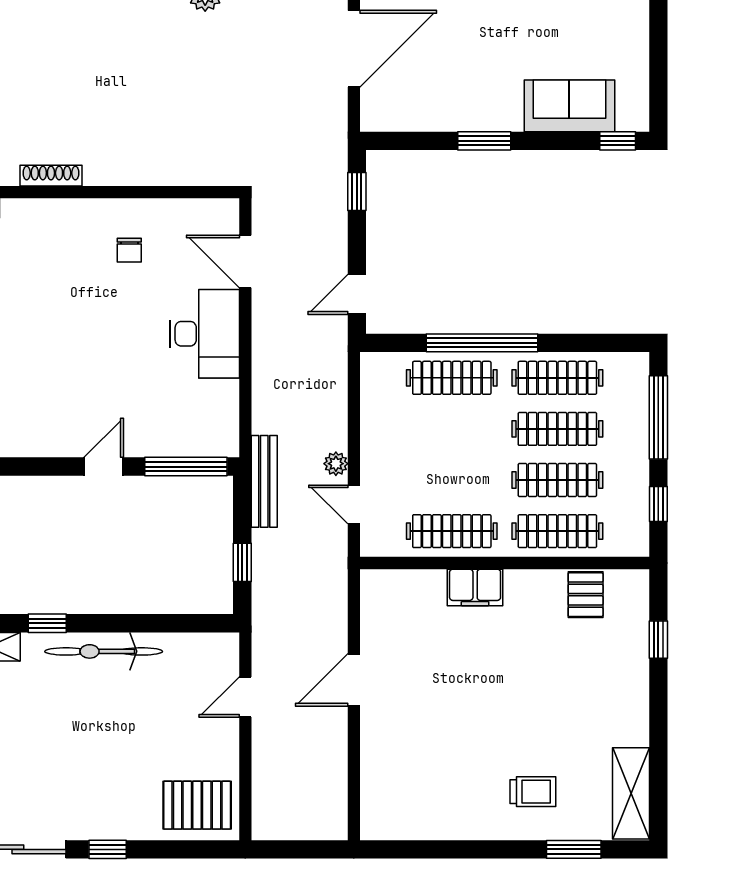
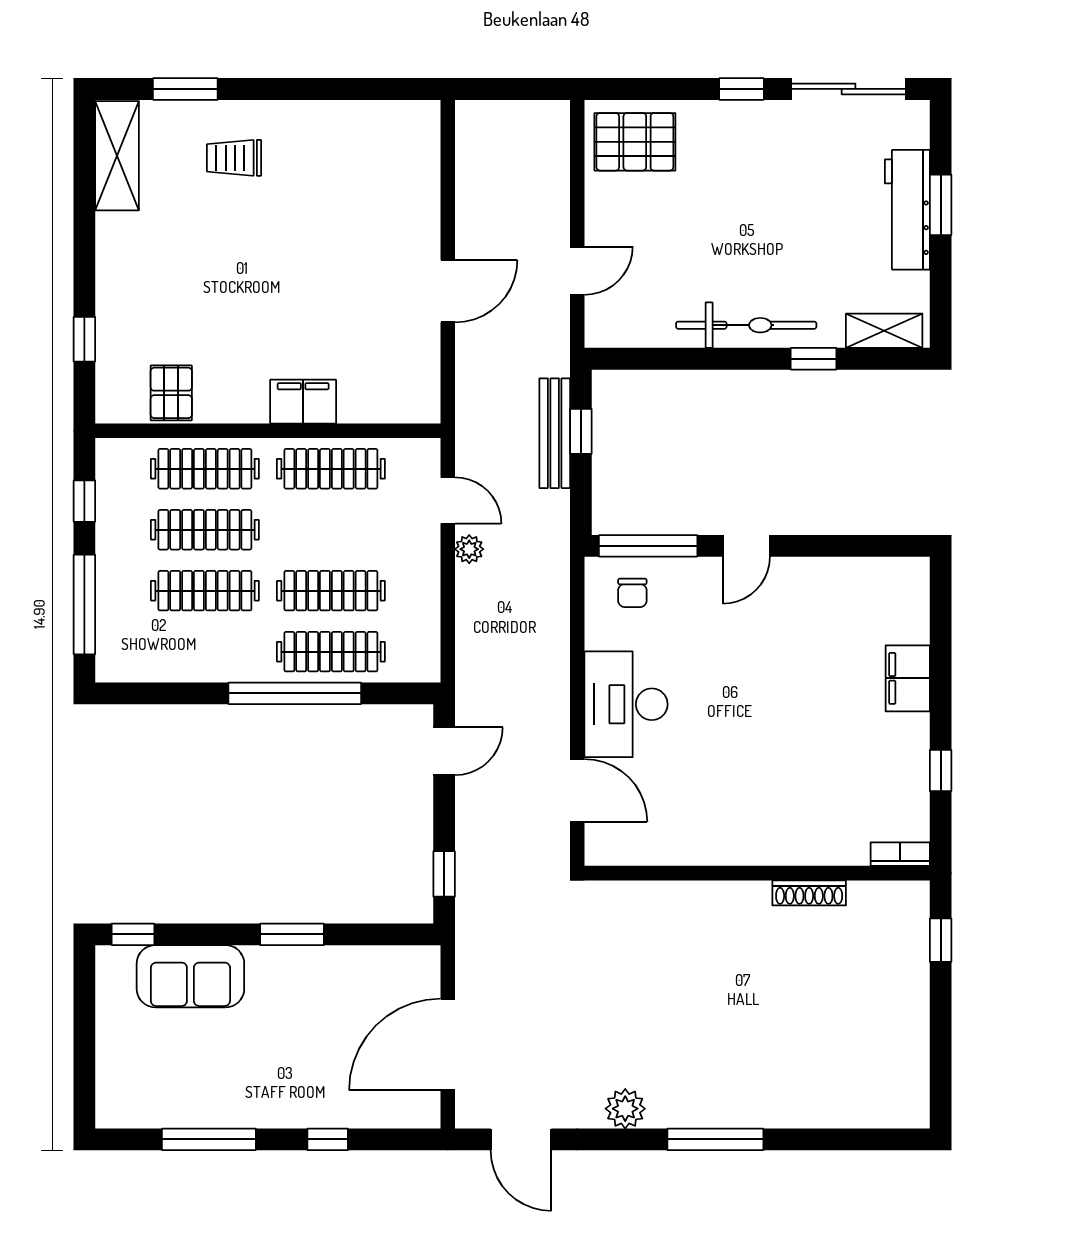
chair: (129, 250) -> (632, 593), moved, turned 180
clothes rail: (557, 378) -> (331, 591), moved
bench: (264, 481) -> (555, 433), moved

